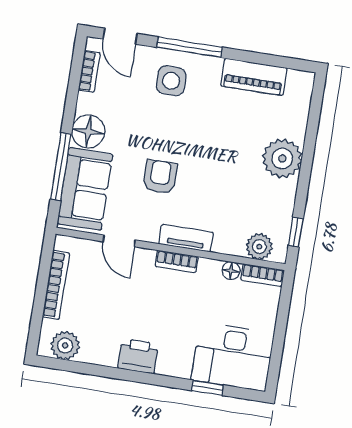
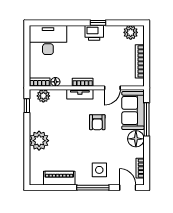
door: (119, 241) -> (112, 88), swing flipped
window: (207, 388) -> (98, 23), moved

